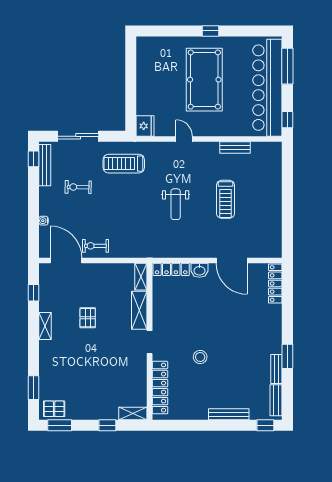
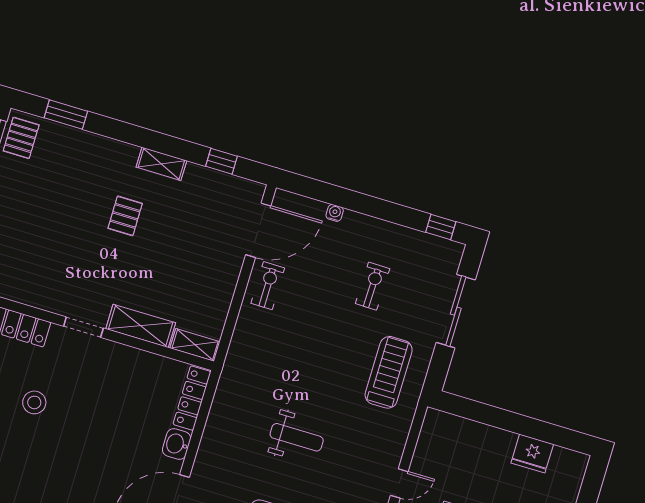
fridge: (145, 126) -> (532, 454), moved
bench: (45, 165) -> (425, 242), removed
weight bench: (176, 204) -> (297, 437), turned 180
pallet: (88, 318) -> (125, 216), moved, turned 90

